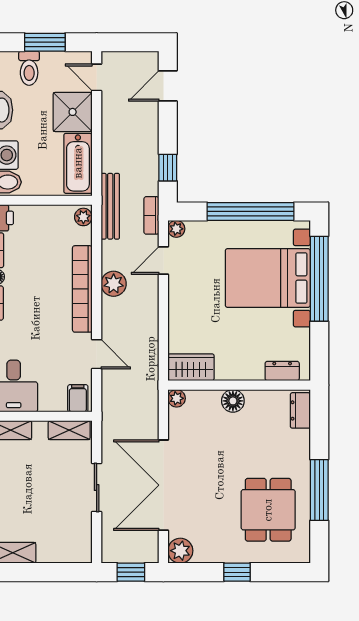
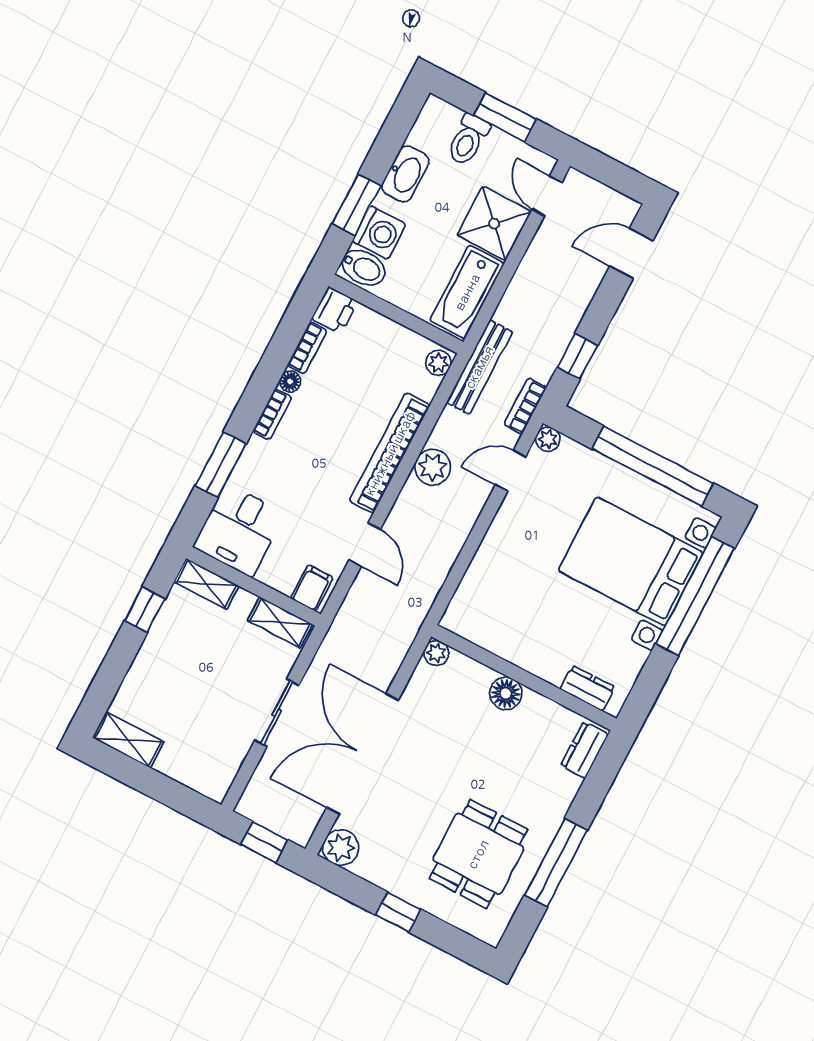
wardrobe: (191, 367) -> (475, 623), removed

